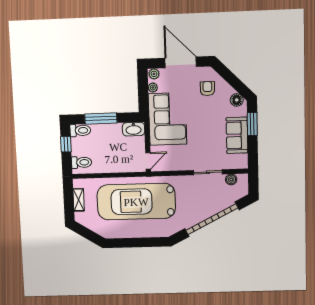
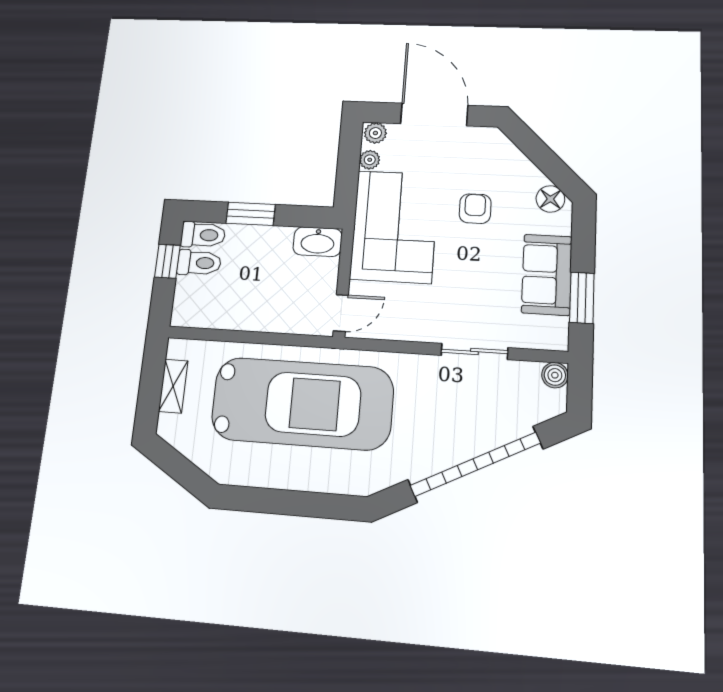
armchair: (207, 89) -> (475, 209), moved
window: (101, 118) -> (251, 214), width x0.69
window: (252, 124) -> (582, 298), moved
toilet: (82, 162) -> (199, 263), moved
boiler: (231, 179) -> (555, 375), moved
car: (136, 202) -> (302, 403), turned 180

